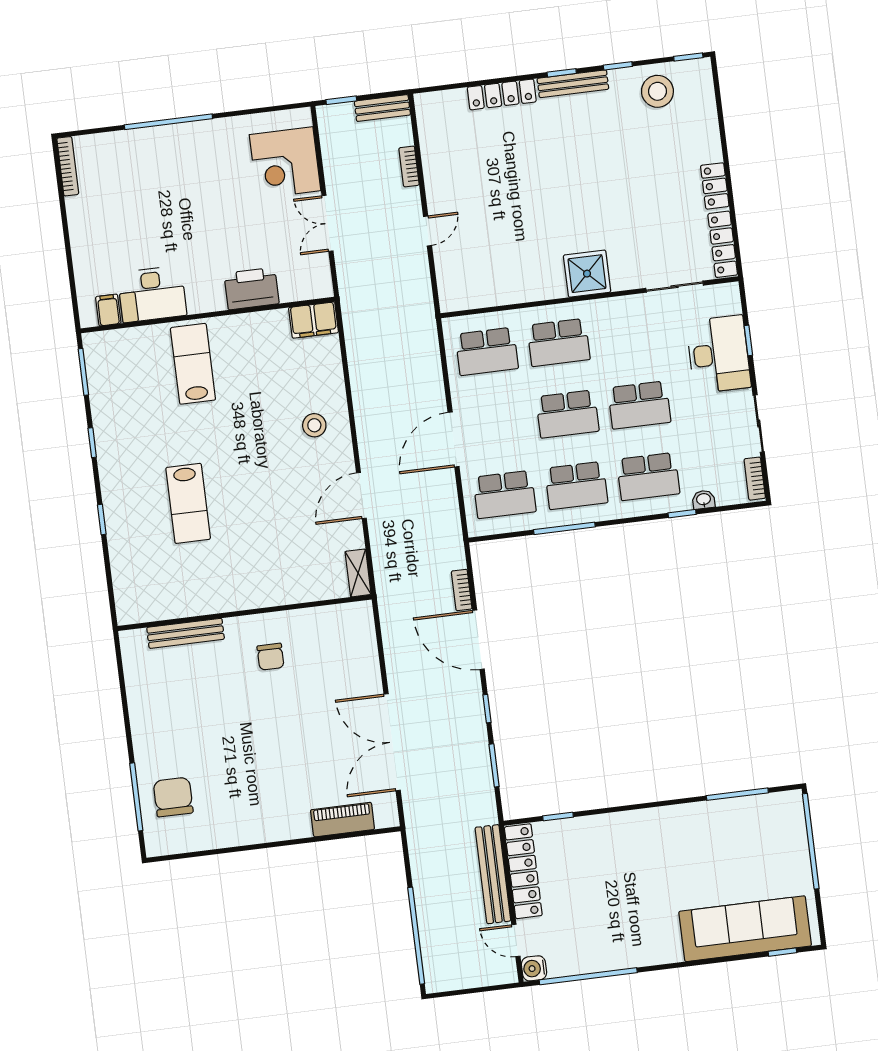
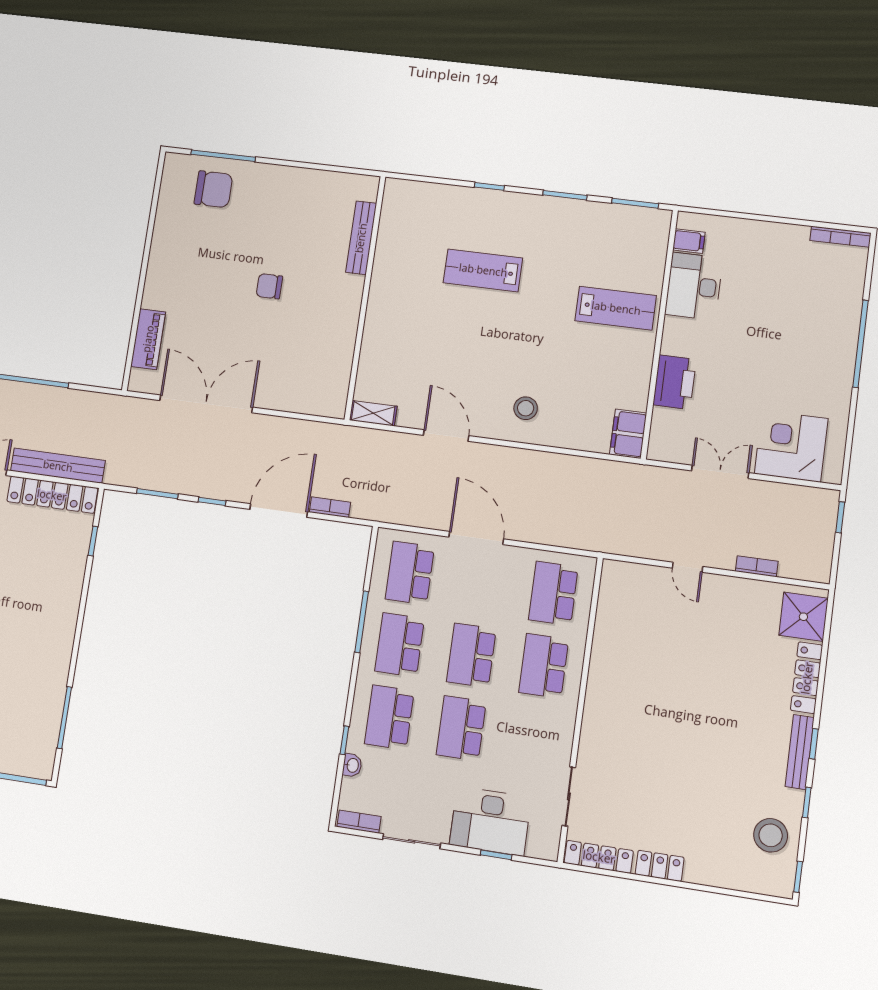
bench: (382, 108) -> (822, 556), removed
shower: (587, 274) -> (803, 617), moved
window: (92, 443) -> (565, 195), width x1.50
chair: (270, 657) -> (269, 286), moved

